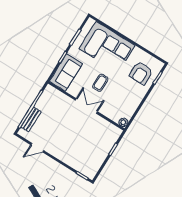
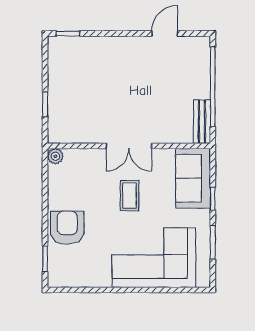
armchair: (141, 73) -> (67, 228), moved
bench: (31, 119) -> (202, 122), moved

